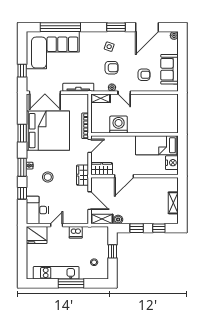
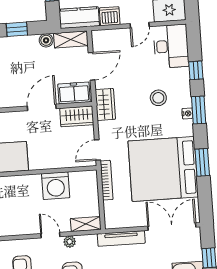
freezer: (102, 184) -> (74, 93), added
door: (90, 201) -> (92, 66), swing flipped
kitchen counter: (96, 233) -> (79, 18), added

